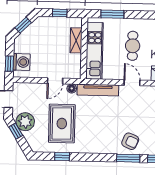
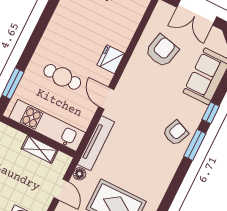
shelving: (76, 40) -> (40, 149), moved
door: (132, 83) -> (106, 98), hinge flipped

